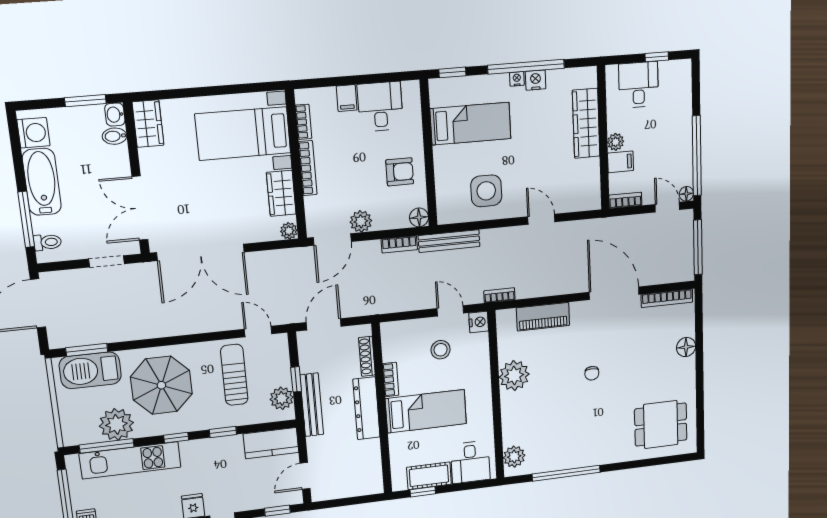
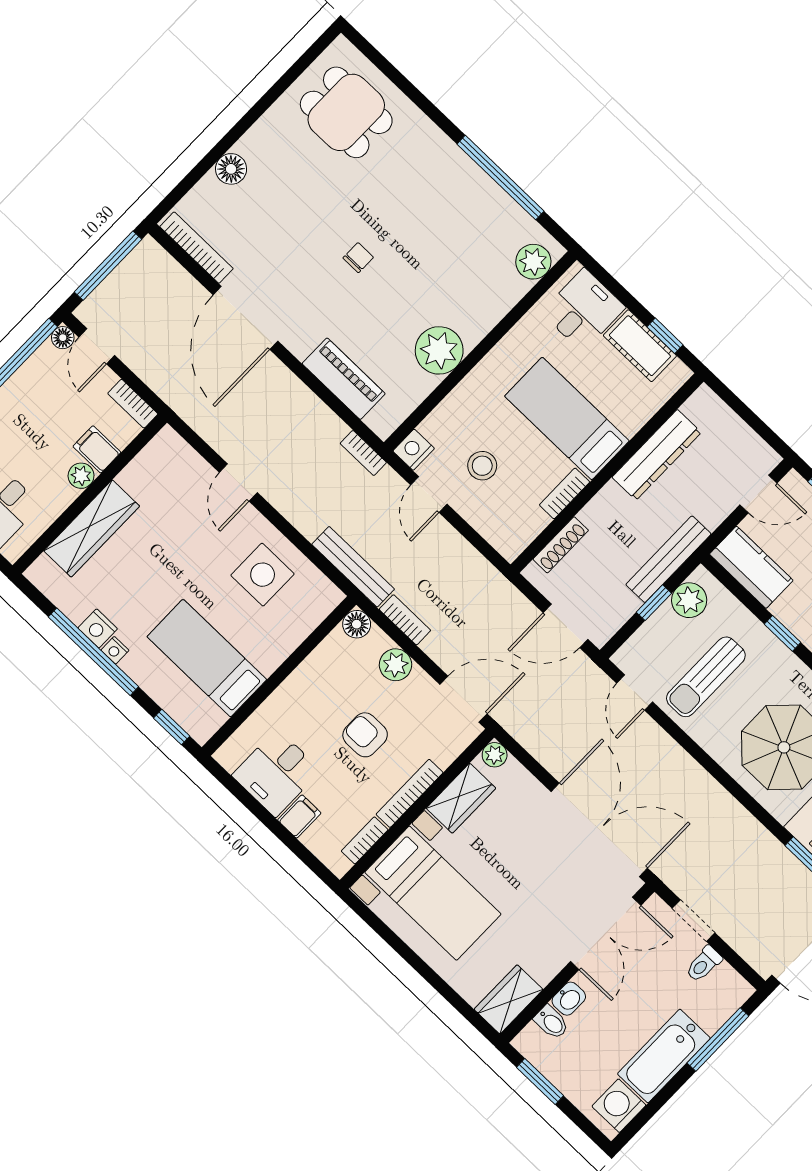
washbasin: (115, 115) -> (569, 999), moved
armchair: (400, 172) -> (365, 735), moved
plant: (361, 221) -> (396, 665), moved
toilet: (48, 242) -> (704, 964), moved, turned -90
dresser: (366, 408) -> (657, 455), moved

